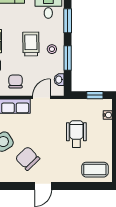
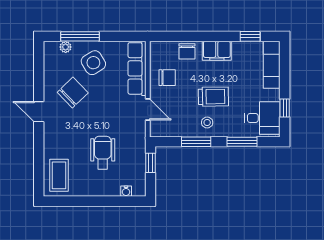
washbasin: (59, 80) -> (170, 131), removed
window: (95, 95) -> (150, 163), moved
wheelchair: (76, 134) -> (103, 153), turned -90

